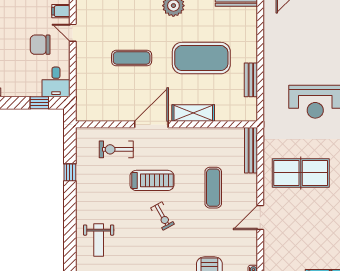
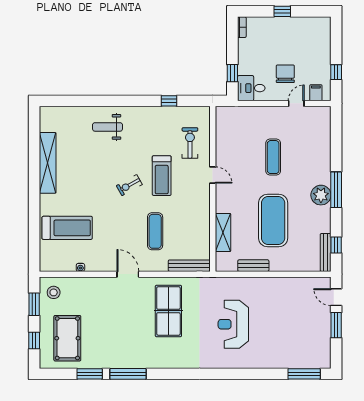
shelving: (193, 113) -> (223, 232), moved
door: (151, 124) -> (213, 175), width x0.53
exercise mat: (213, 188) -> (155, 231), turned 90

